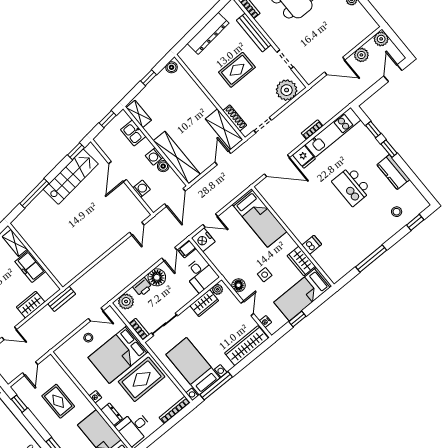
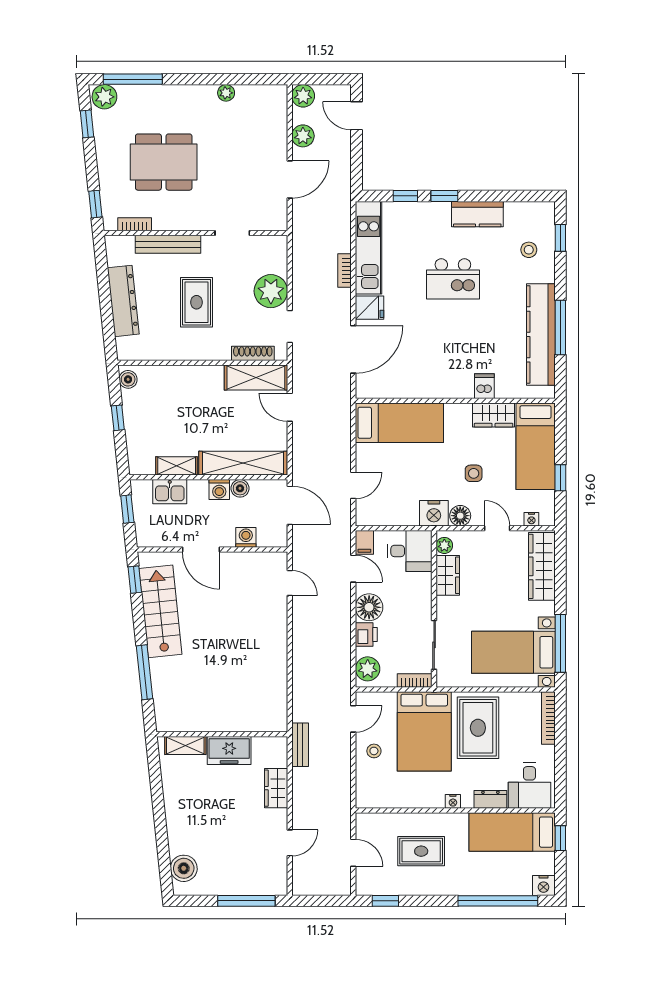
plant: (287, 90) -> (271, 291), moved
shelving: (139, 114) -> (177, 466), moved
nightstand: (203, 240) -> (434, 513), moved
kitchen counter: (360, 252) -> (541, 334), added

